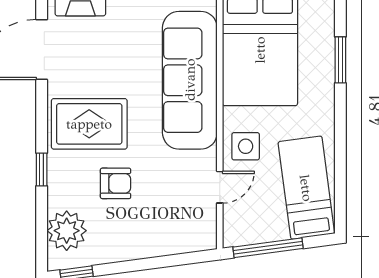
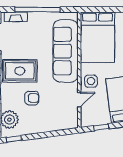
window: (268, 248) -> (101, 127), width x0.46

